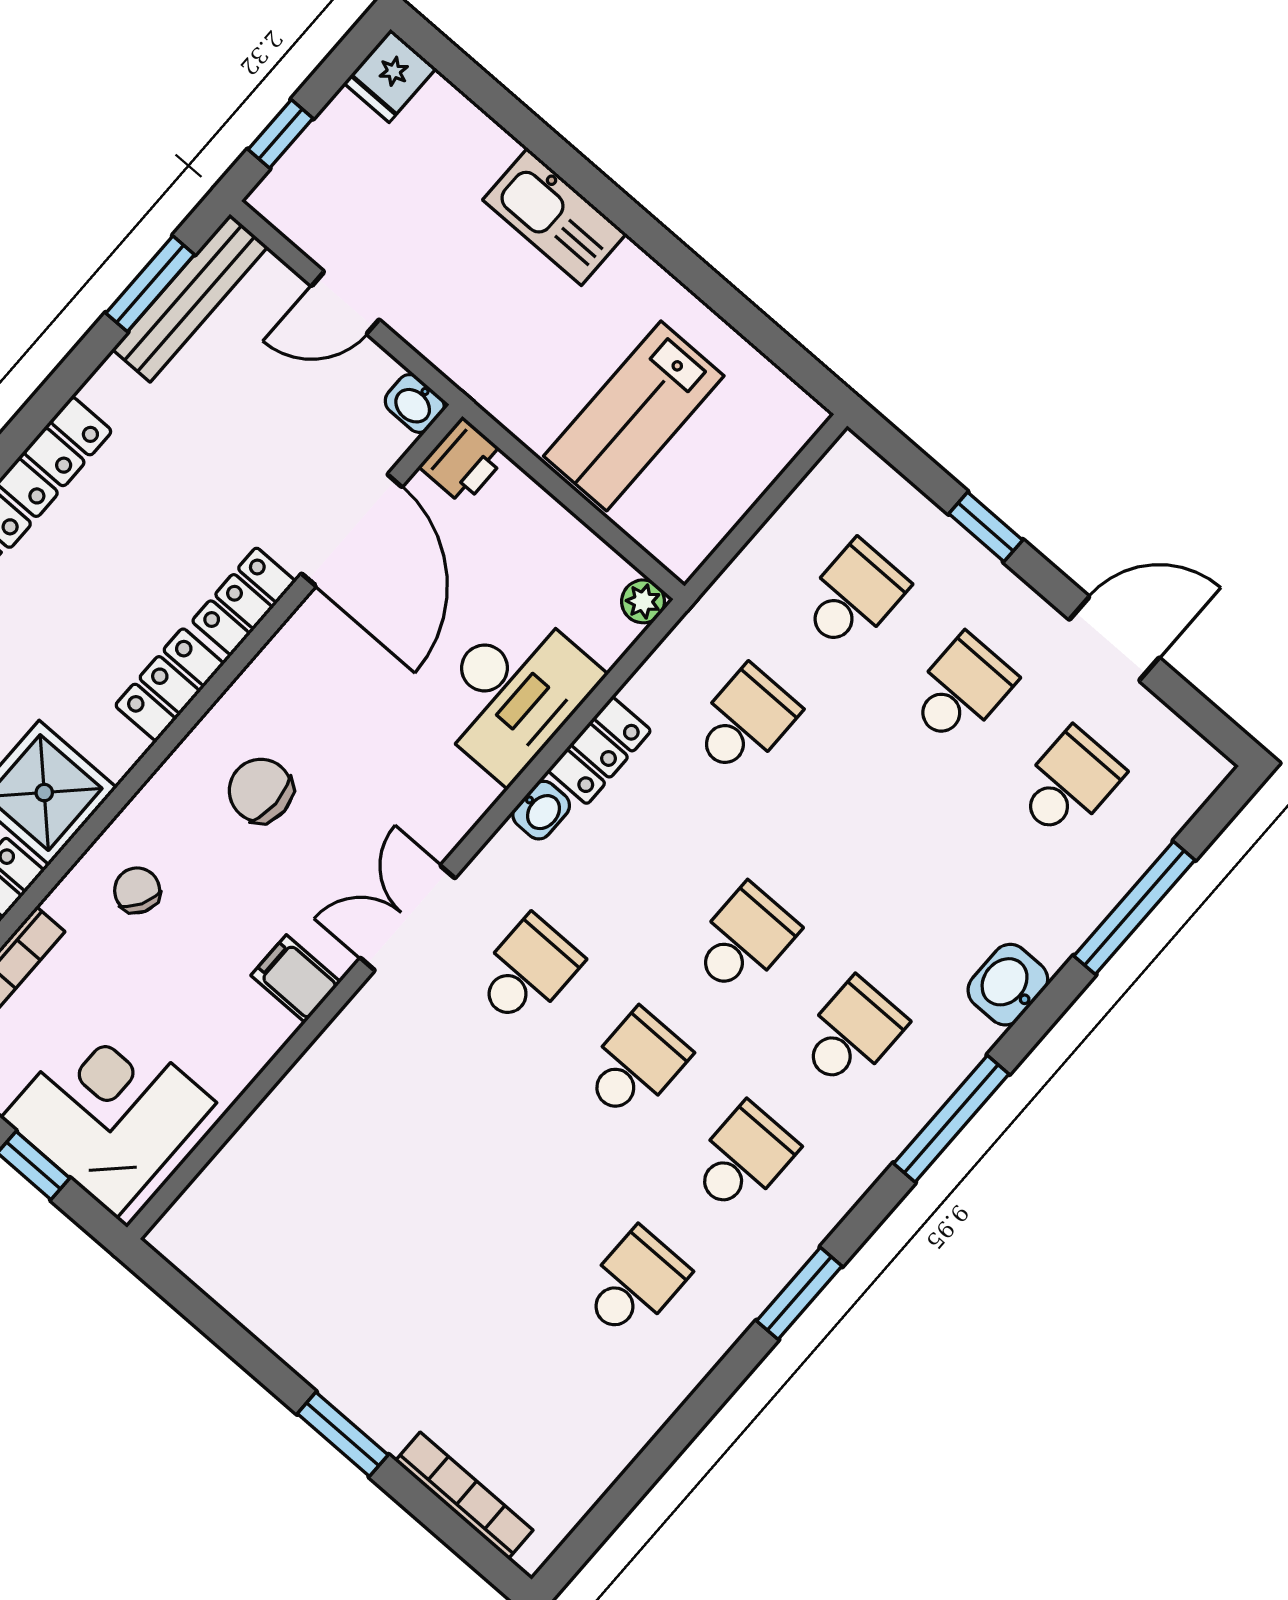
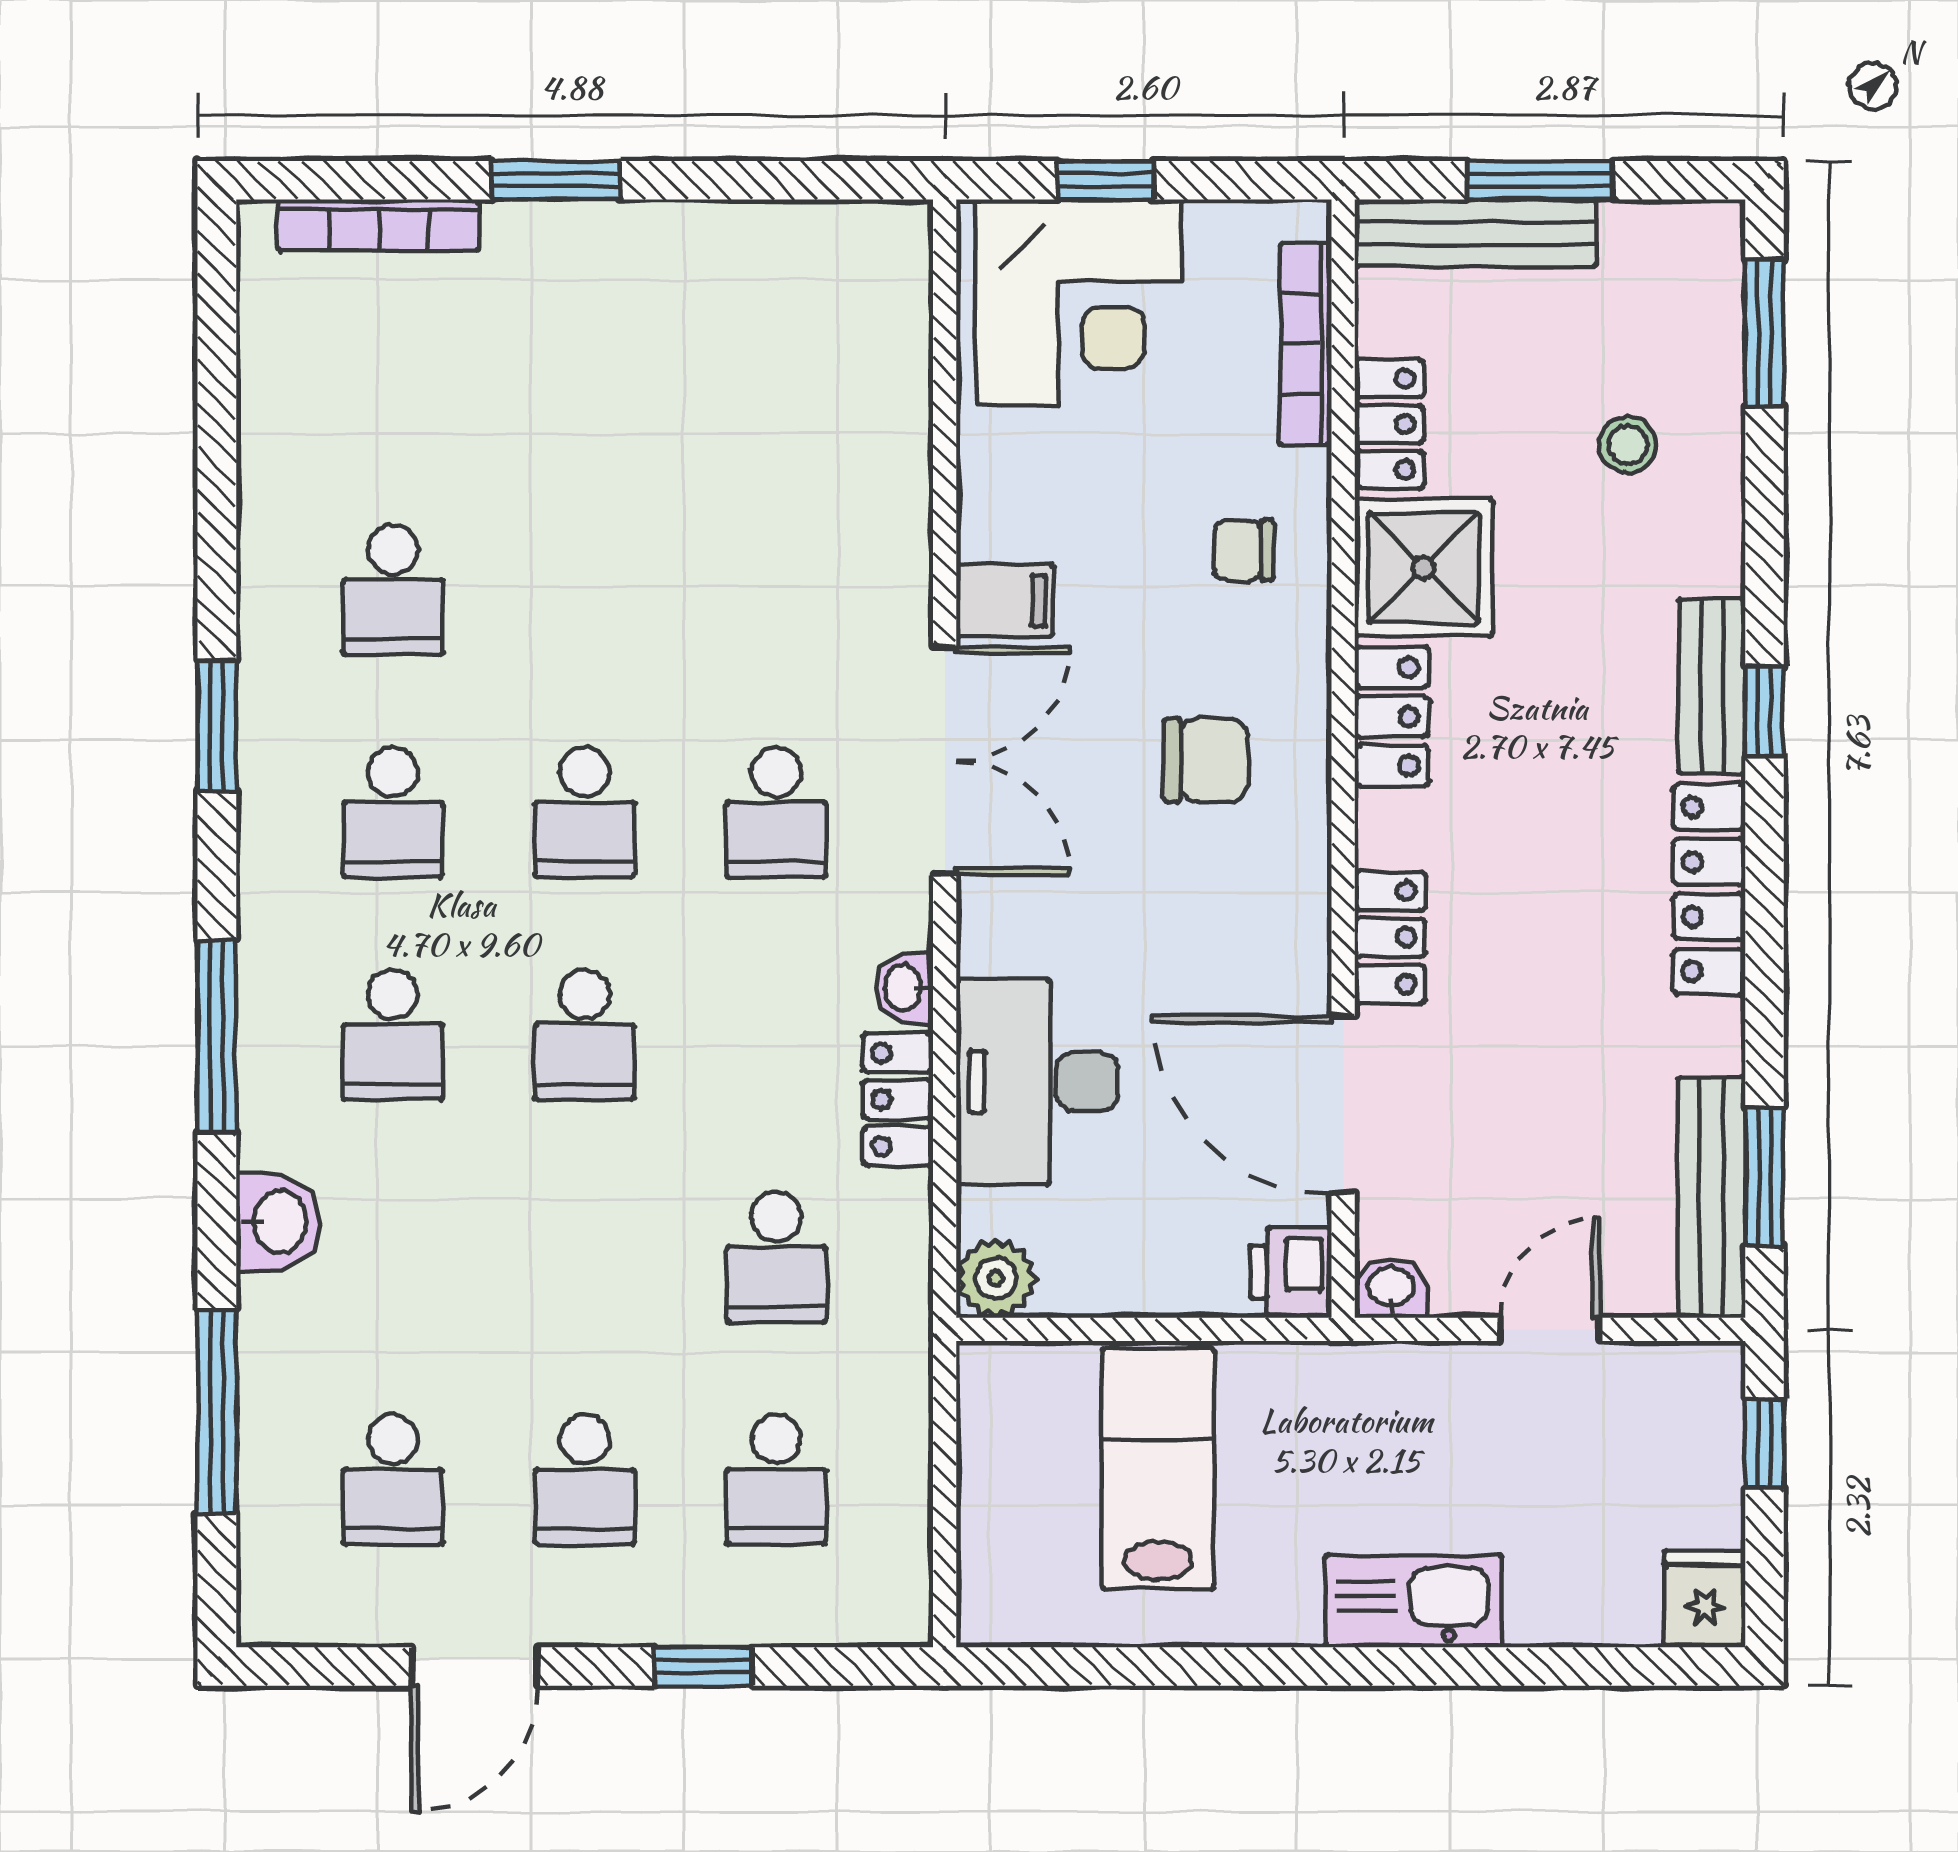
plant: (643, 601) -> (996, 1278), width x1.38, depth x1.38
locker: (169, 685) -> (1392, 716), moved
chair: (137, 890) -> (1243, 550), turned 151
double door: (408, 918) -> (945, 761), width x1.37

